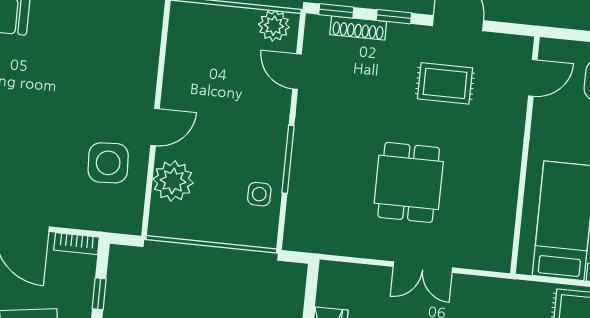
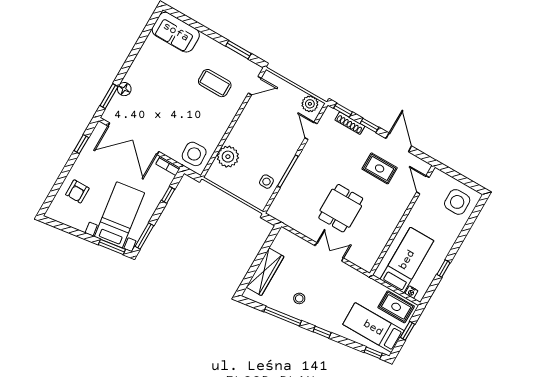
coffee table: (93, 64) -> (215, 83), added
door: (533, 78) -> (423, 185), swing flipped
door: (155, 127) -> (255, 86), moved
side table: (108, 163) -> (194, 154), moved
double door: (423, 267) -> (329, 252), swing flipped

